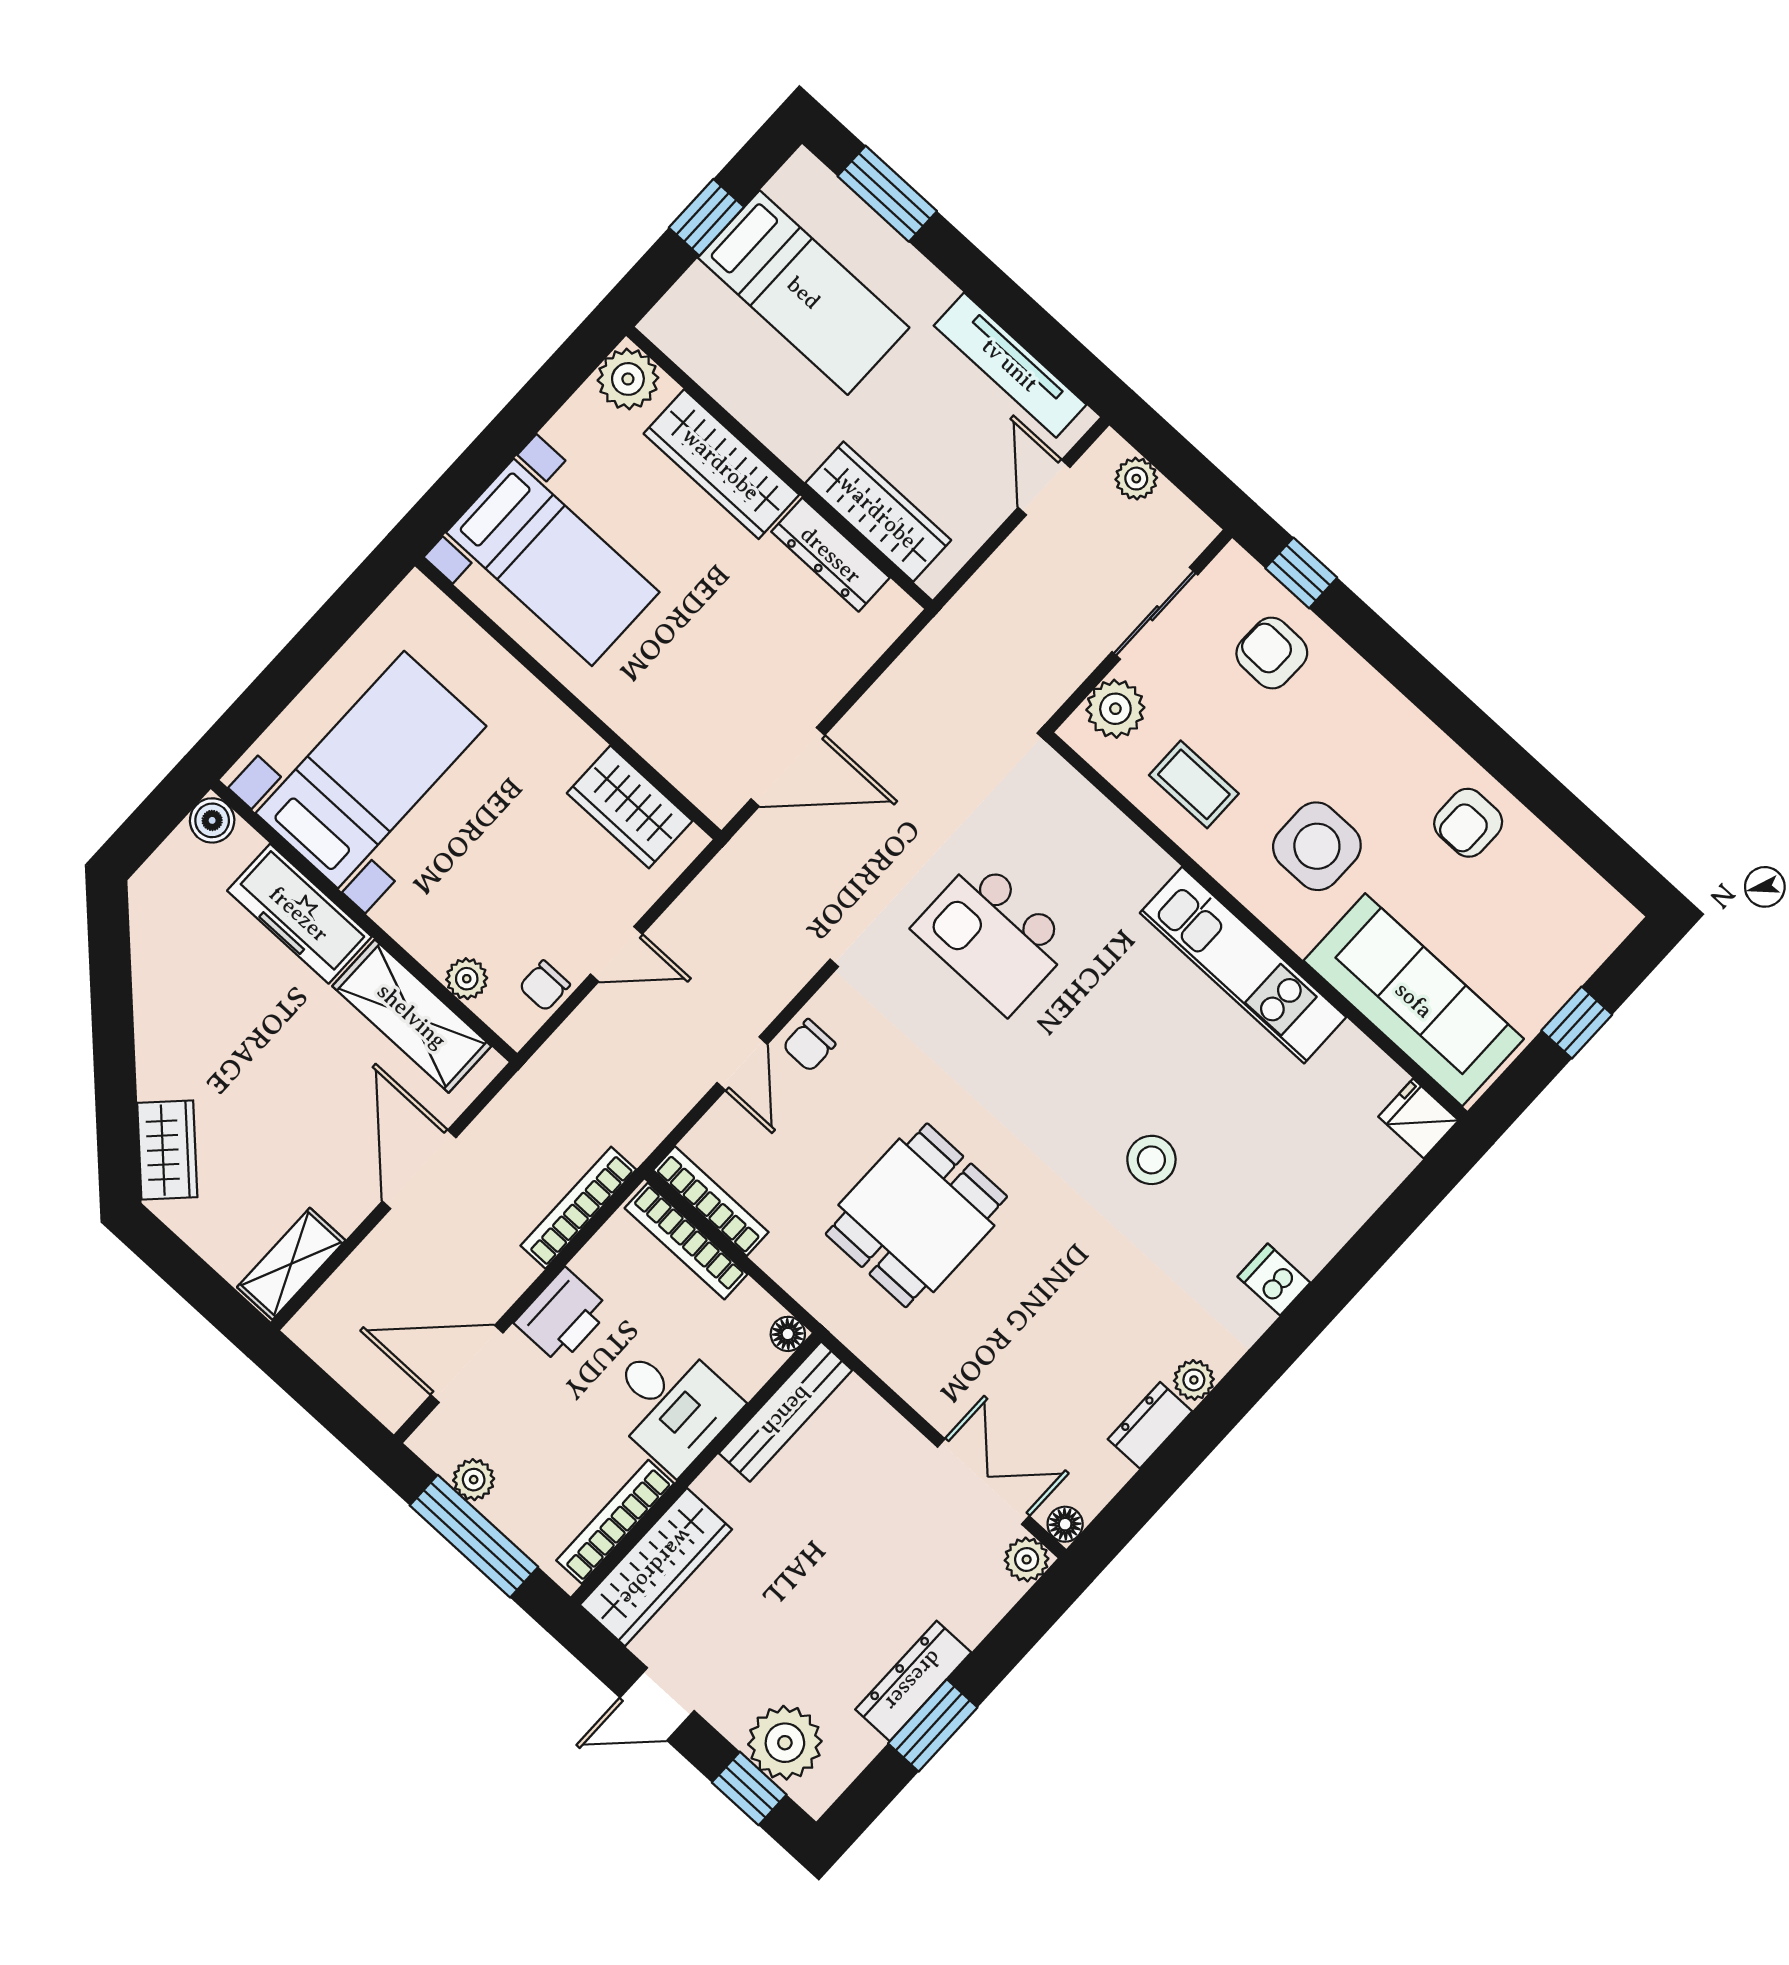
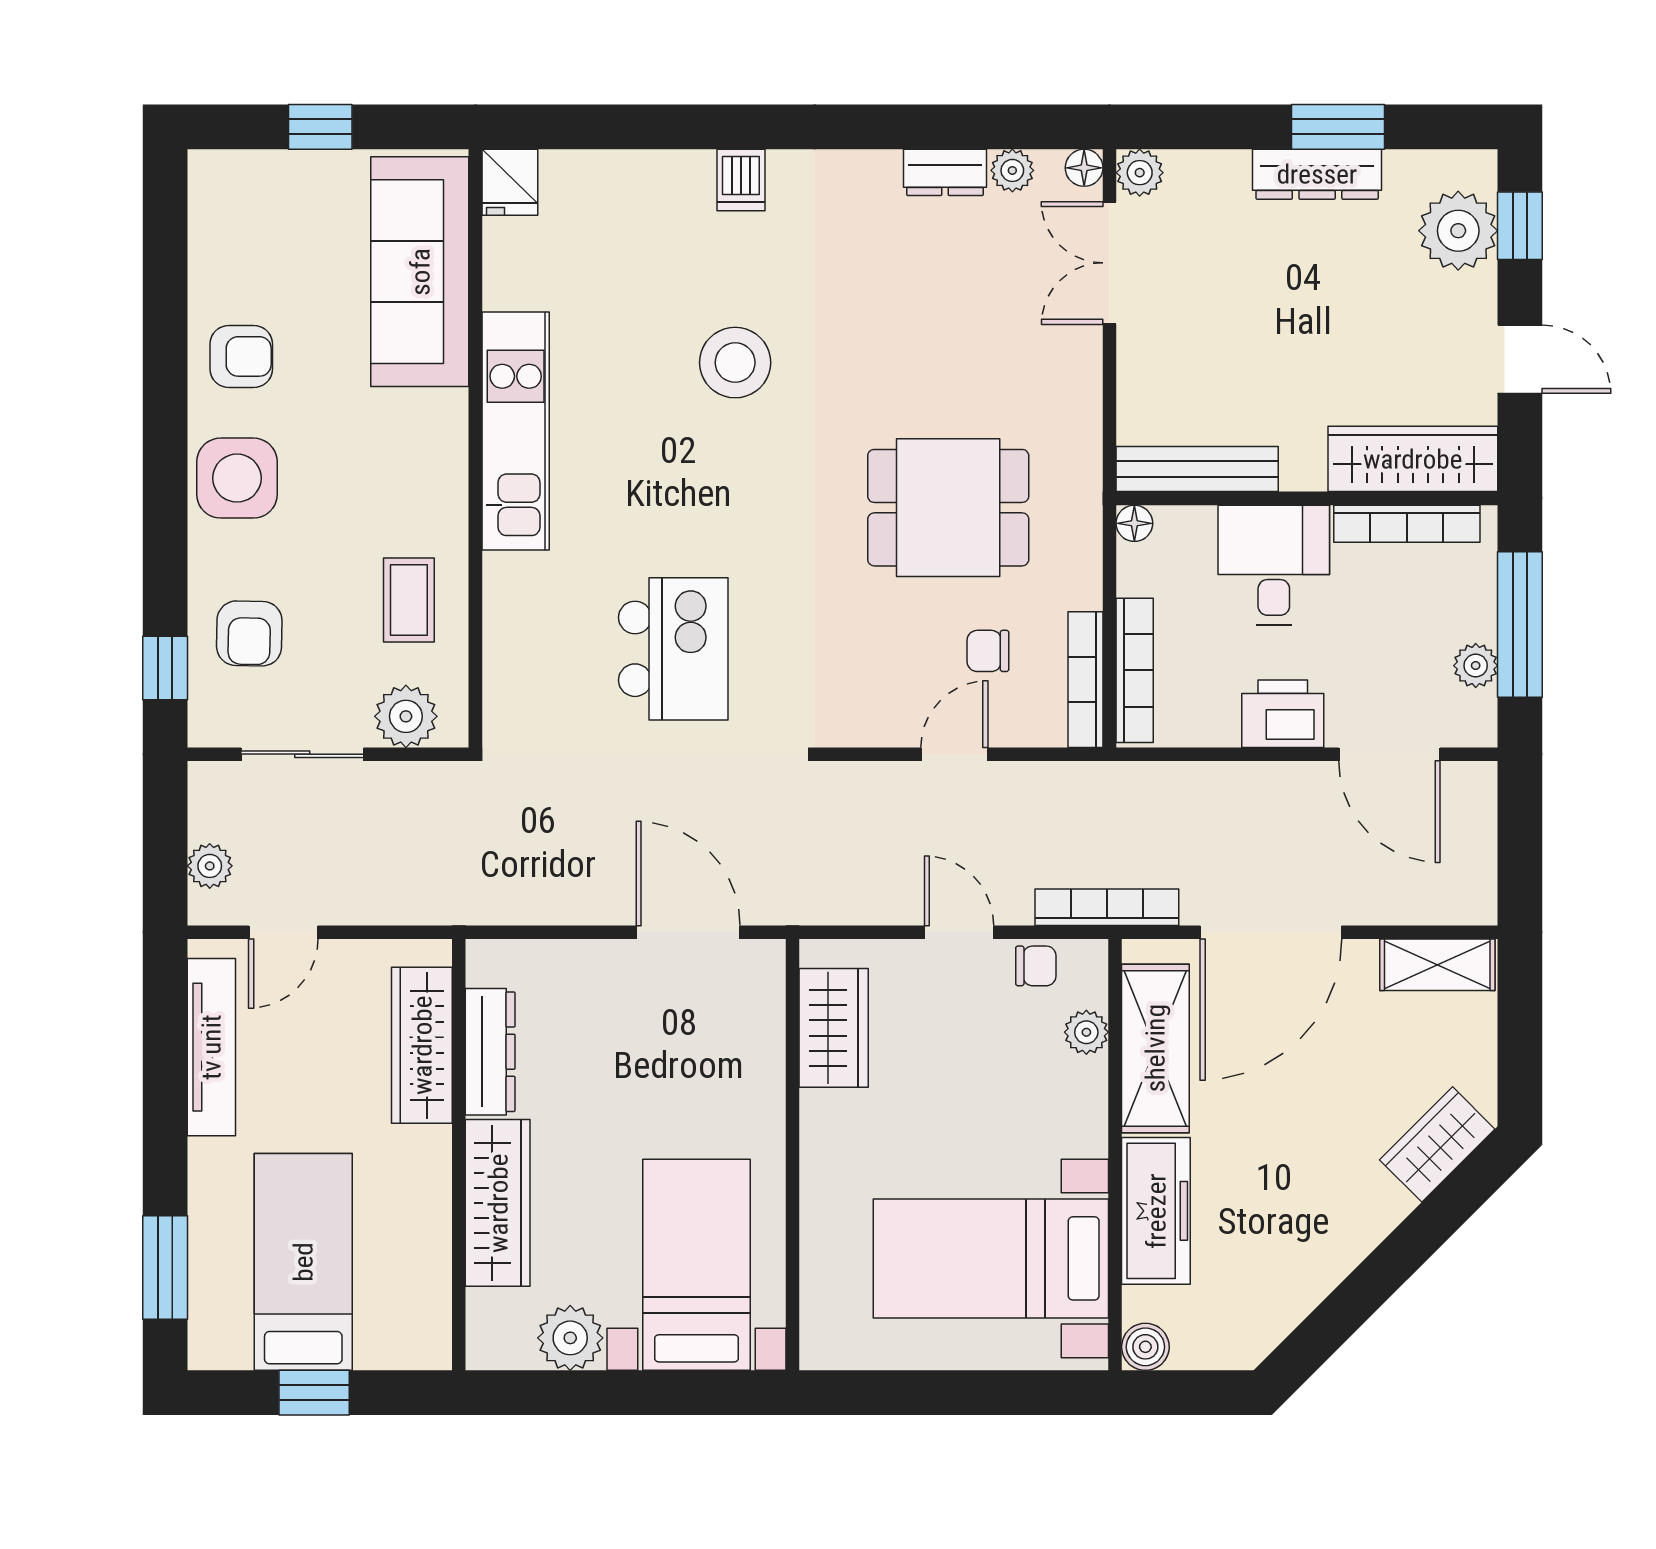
plant: (628, 379) -> (570, 1338), moved
side table: (1317, 846) -> (237, 478), moved
chair: (809, 1045) -> (988, 651), moved, turned 180
stool: (1151, 1160) -> (735, 363), width x1.38, depth x1.38
door: (419, 1169) -> (1271, 932), width x1.36
bookcase: (578, 1208) -> (1107, 907), moved, turned 180
plant: (1194, 1380) -> (1012, 170), moved

